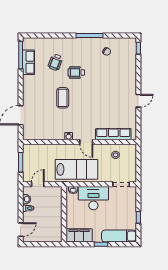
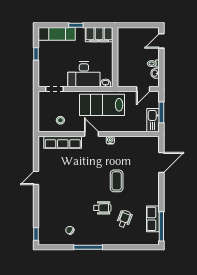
kitchen sink: (29, 155) -> (153, 120), added

